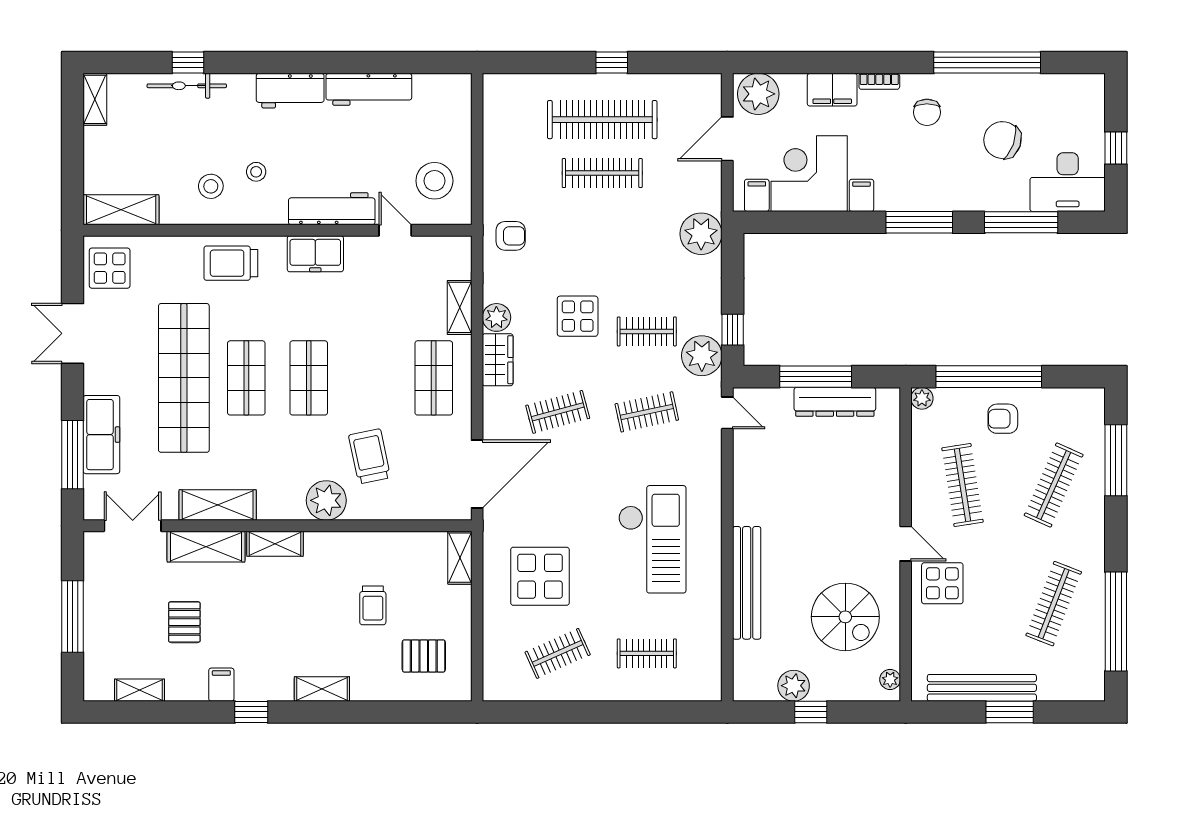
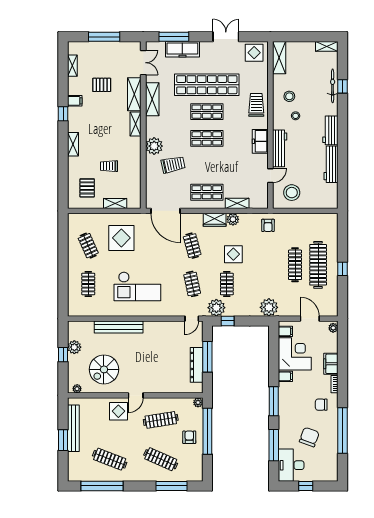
plant: (758, 94) -> (333, 328), width x0.53, depth x0.53
shelving: (460, 558) -> (115, 203), moved

